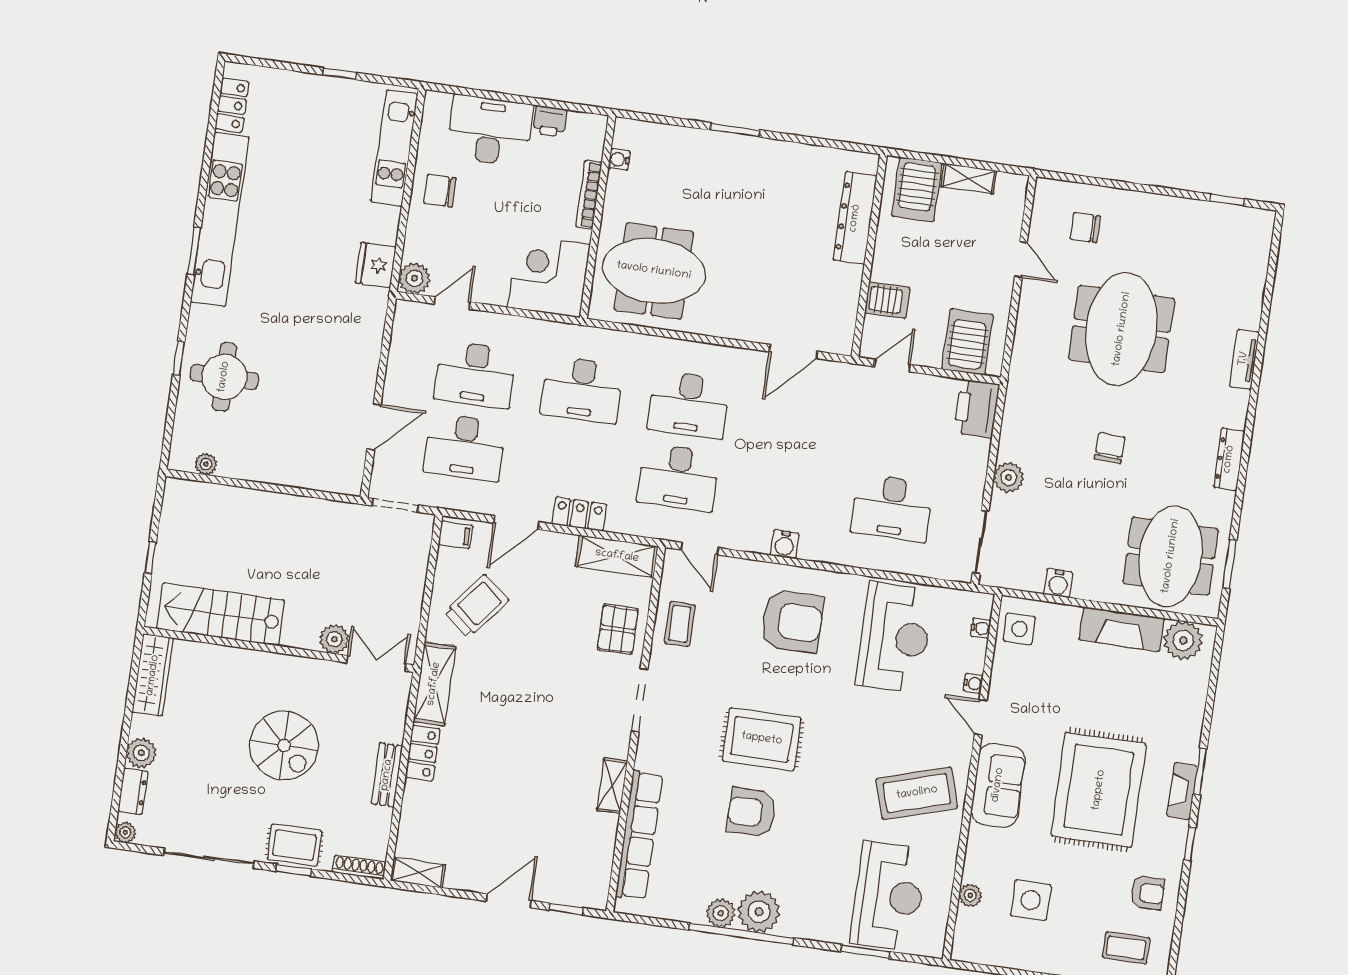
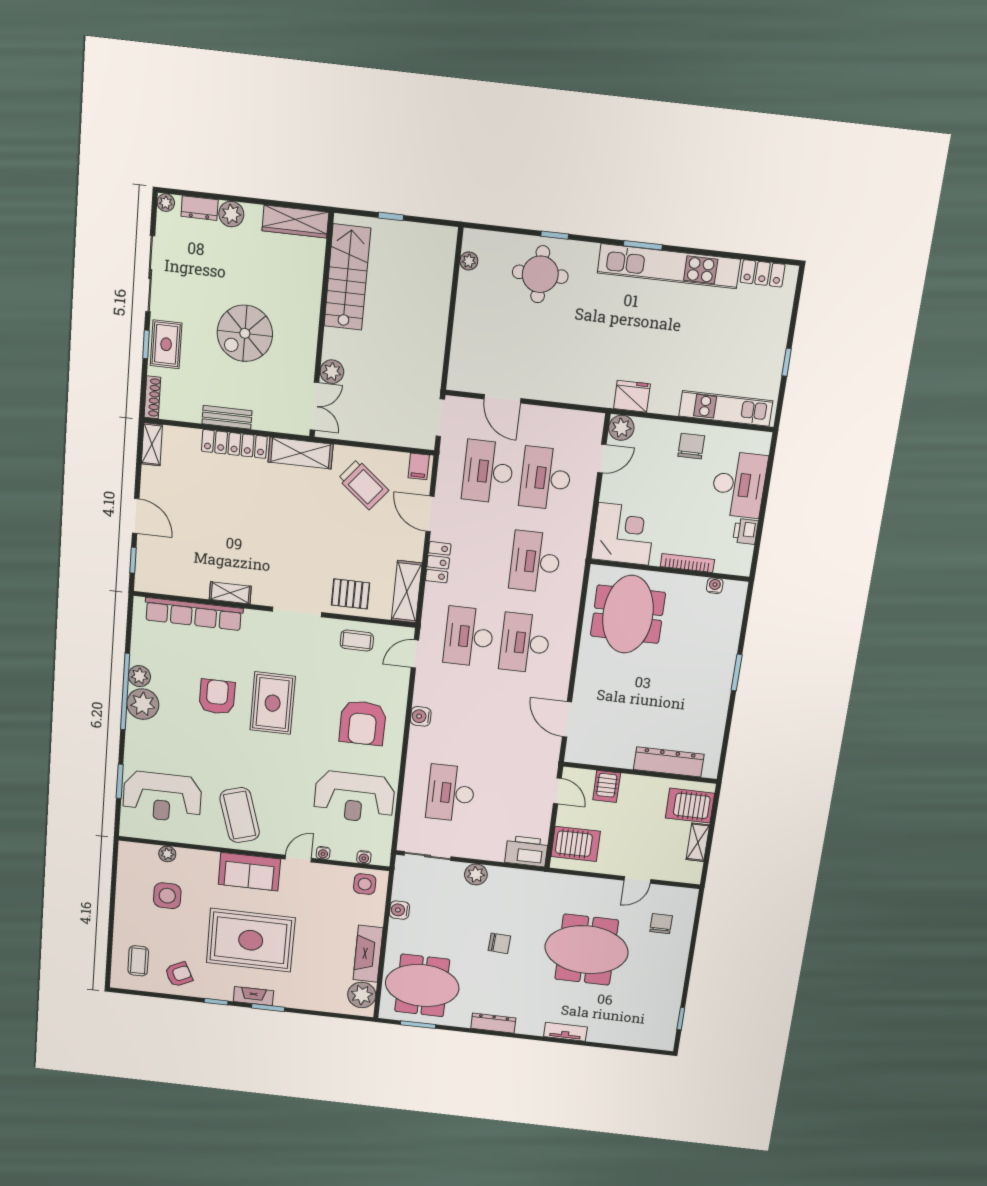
door: (452, 303) -> (602, 458), hinge flipped
locker: (423, 753) -> (234, 444), width x1.53
armchair: (1147, 893) -> (179, 974), turned -116

